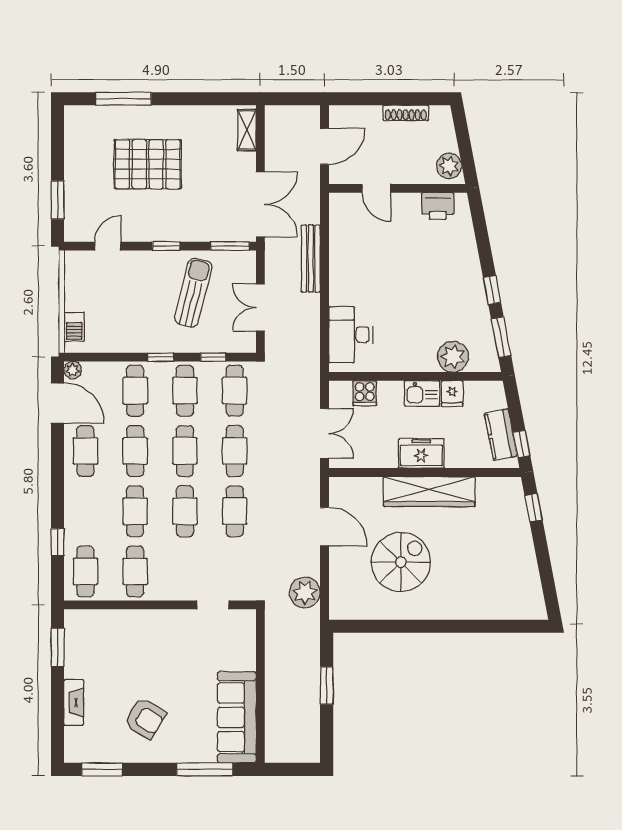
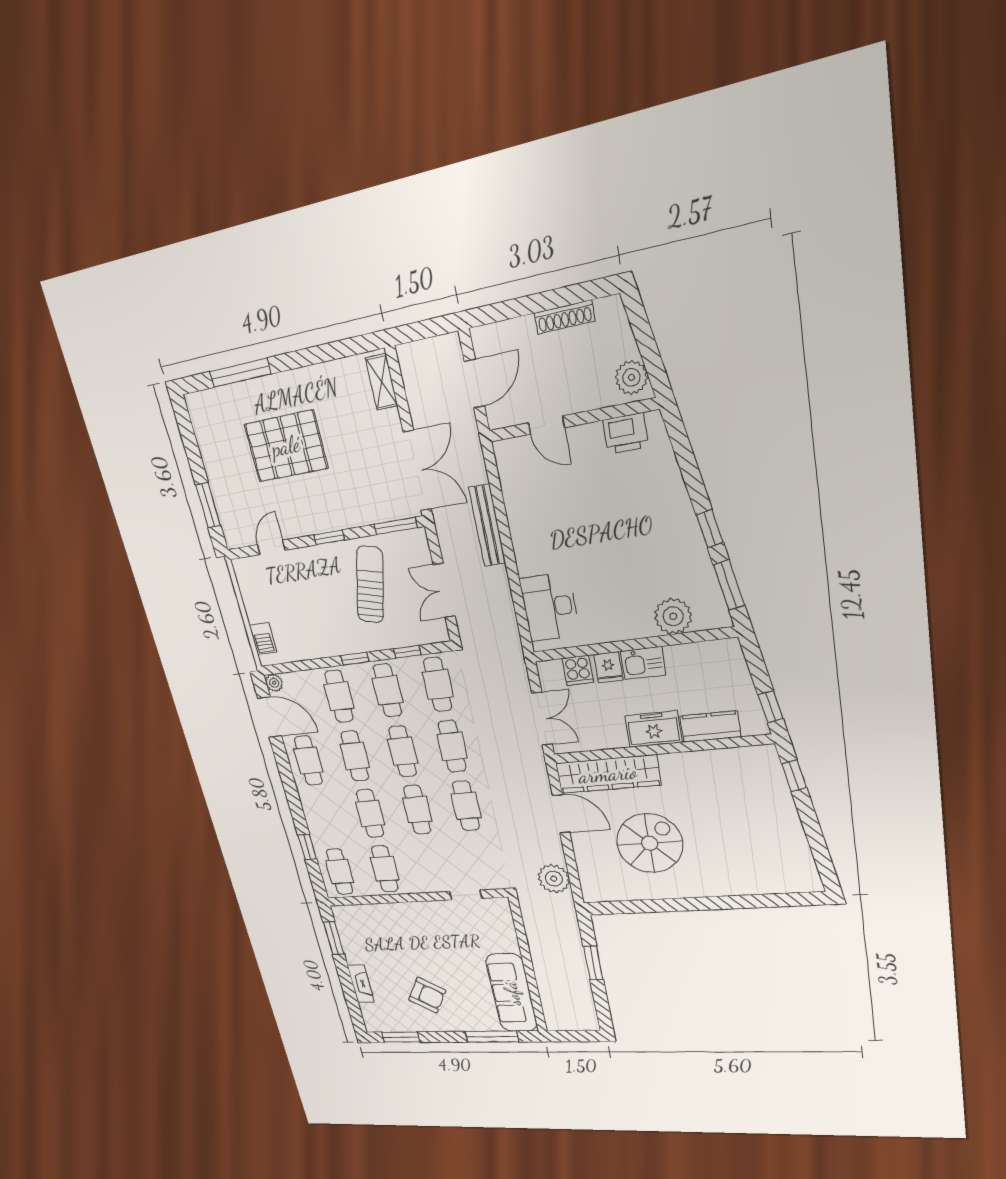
fridge: (452, 394) -> (608, 667), moved
kitchen counter: (501, 435) -> (710, 727), moved, turned 101
wardrobe: (429, 492) -> (608, 774), moved

